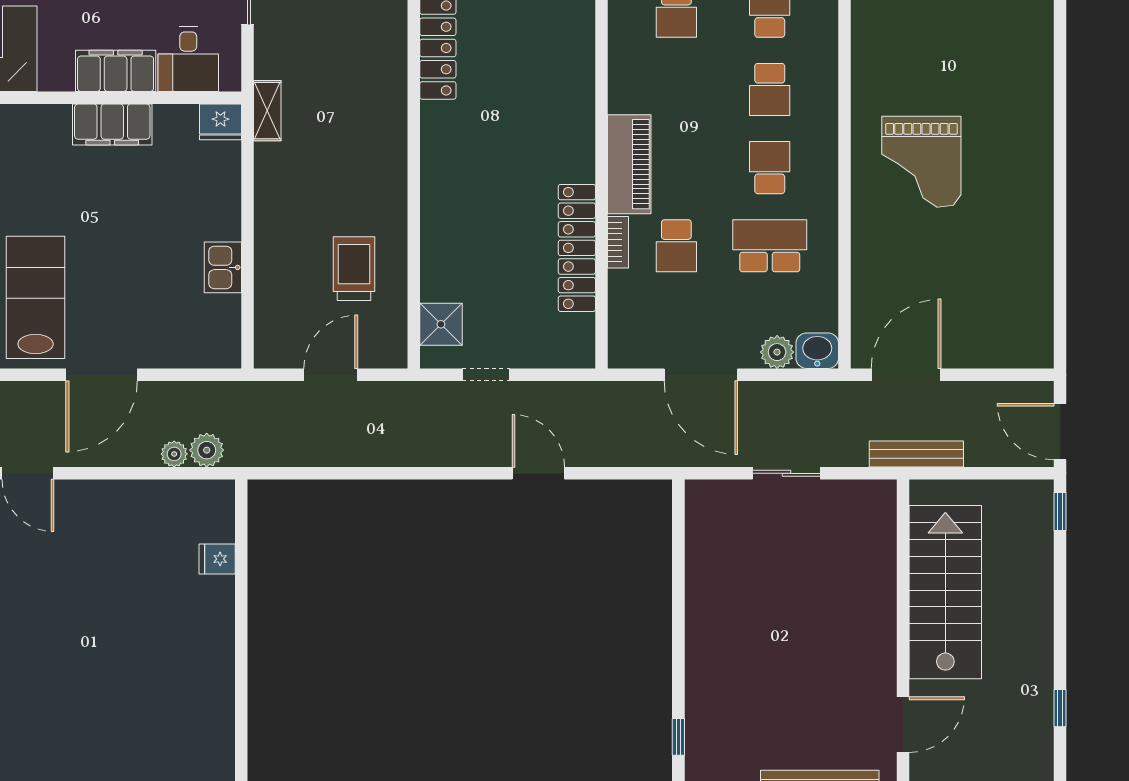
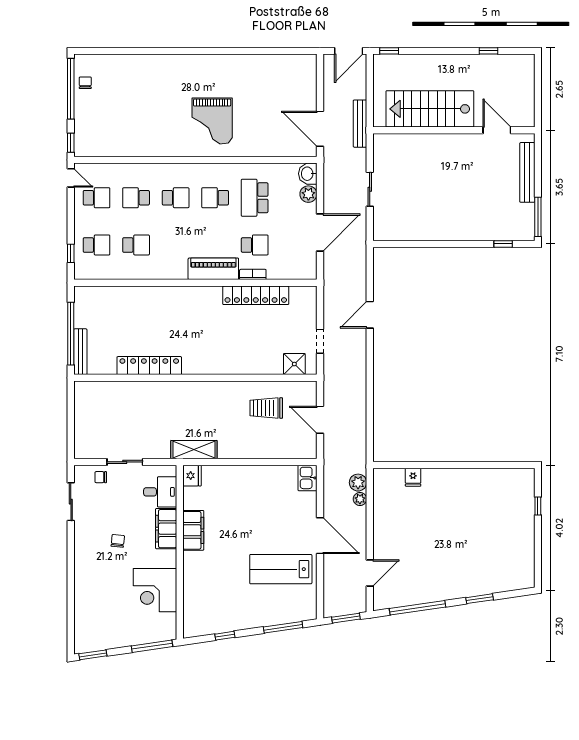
shelving: (267, 111) -> (194, 450), width x1.50, depth x1.33
grand piano: (921, 162) -> (212, 121), turned 90
kitchen sink: (223, 267) -> (307, 478), moved, turned 90

